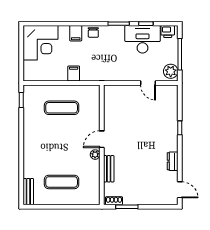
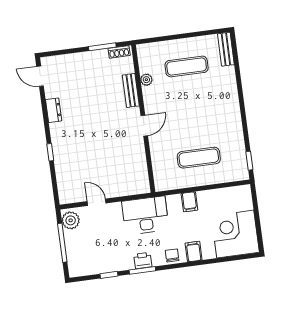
printer: (168, 32) -> (143, 261), moved
desk: (143, 39) -> (145, 215), moved, turned 180
plant: (95, 155) -> (146, 80), moved

